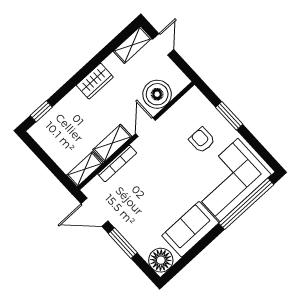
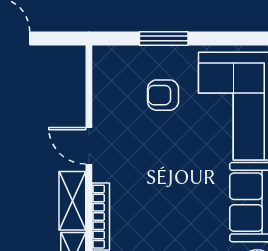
boiler: (157, 94) -> (64, 98), removed

